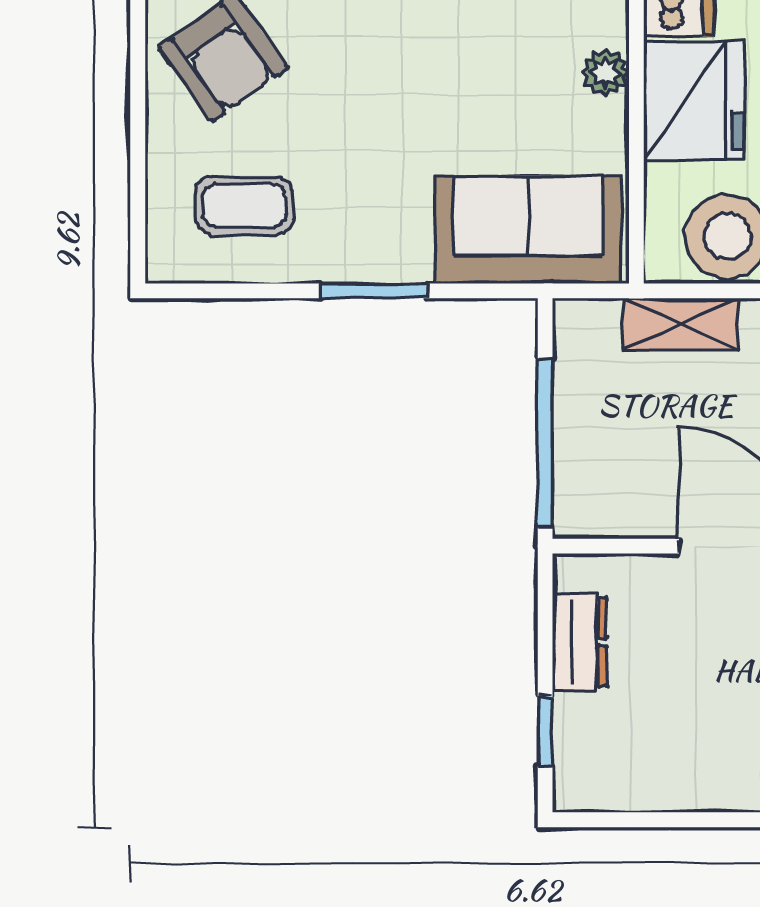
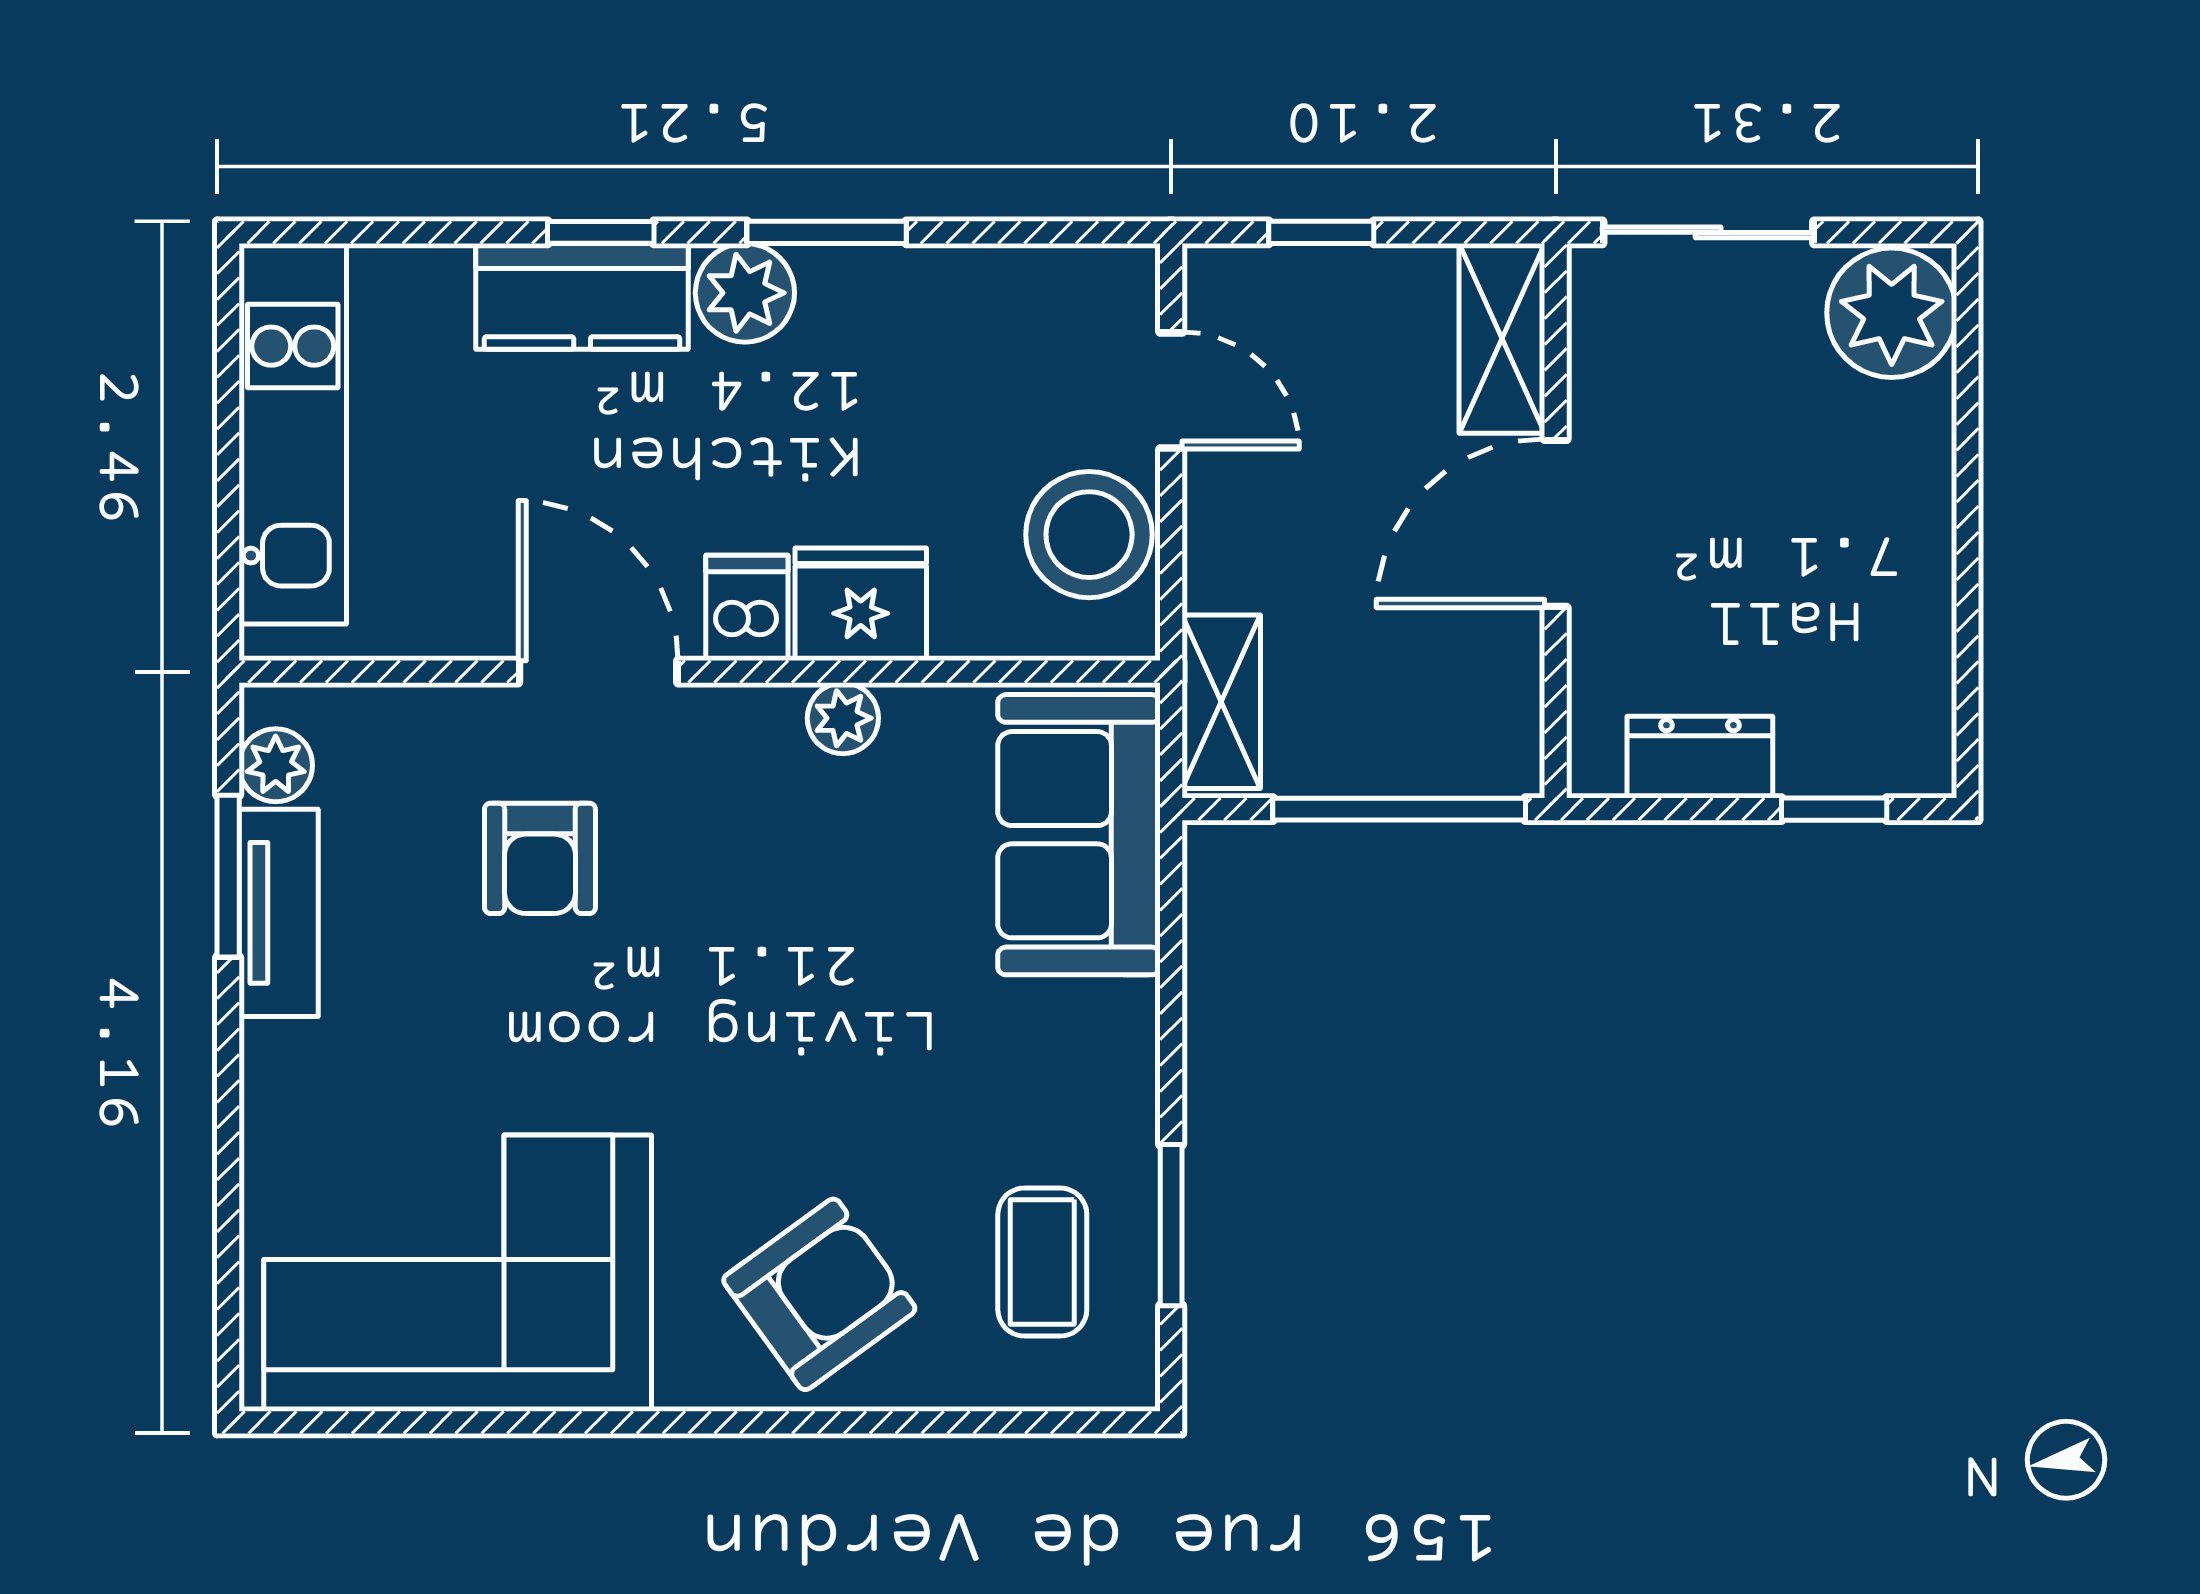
fridge: (694, 100) -> (861, 604), width x0.73, depth x0.75
window: (374, 291) -> (1171, 1225), moved
shelving: (681, 324) -> (1221, 702), moved

